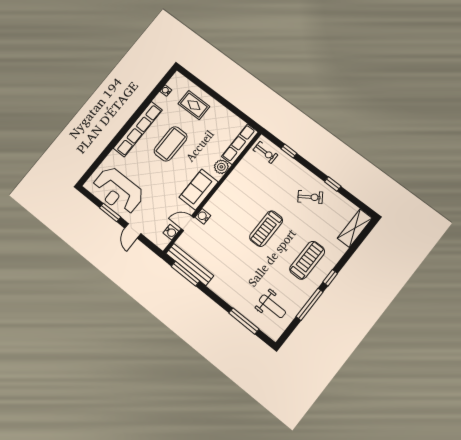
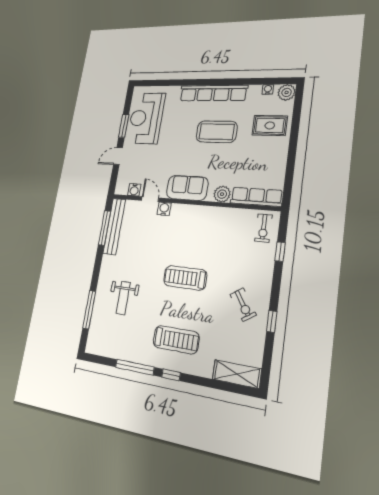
plant: (178, 80) -> (287, 92), added
rug: (194, 105) -> (270, 125), turned 90
weight bench: (272, 306) -> (123, 298), moved

